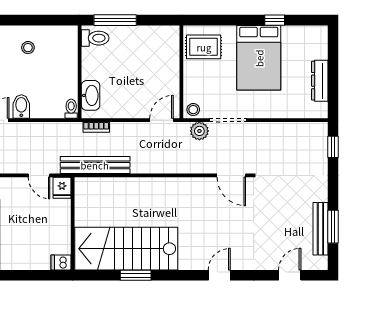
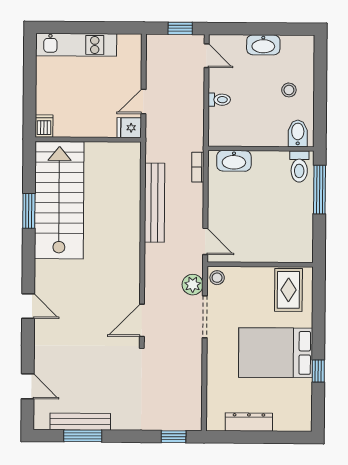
bidet: (21, 106) -> (298, 133), moved, turned -90
toilet: (71, 109) -> (219, 100), moved
bench: (95, 165) -> (155, 203), moved

